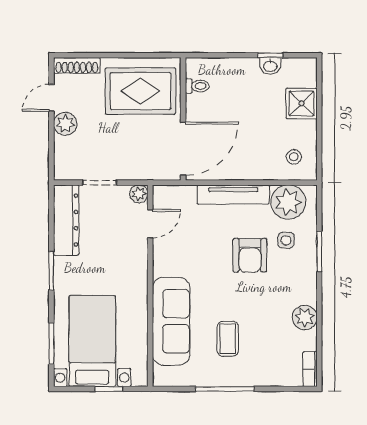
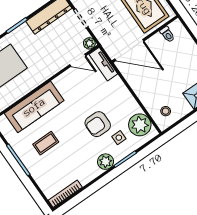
tv unit: (233, 195) -> (103, 64), moved, width x0.71
plant: (305, 317) -> (106, 162), moved
bookcase: (310, 369) -> (65, 194), width x1.56

